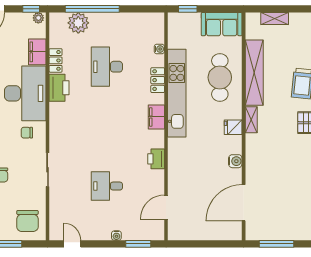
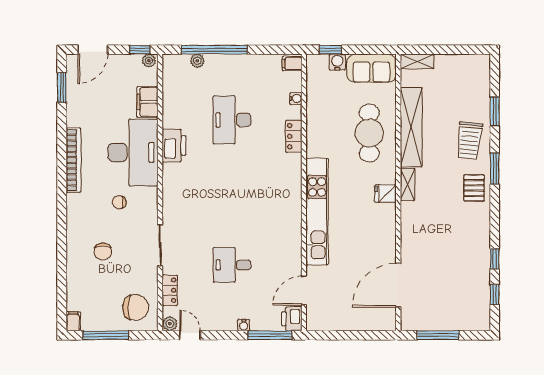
shelving: (275, 19) -> (417, 61), moved
plant: (78, 23) -> (197, 61), width x0.53, depth x0.53
locker: (56, 60) -> (170, 290), moved
kitchen unit: (177, 93) -> (317, 212), moved
filing cabinet: (156, 117) -> (292, 64), moved, width x0.50
chair: (27, 133) -> (119, 202), moved
printer: (156, 159) -> (292, 319), moved
water cooler: (235, 161) -> (337, 62), moved, turned -90
chair: (27, 221) -> (136, 307), turned -90
plant: (56, 234) -> (170, 324), added
window: (138, 244) -> (270, 335), width x1.44

